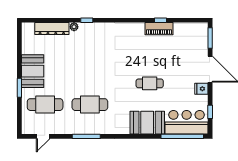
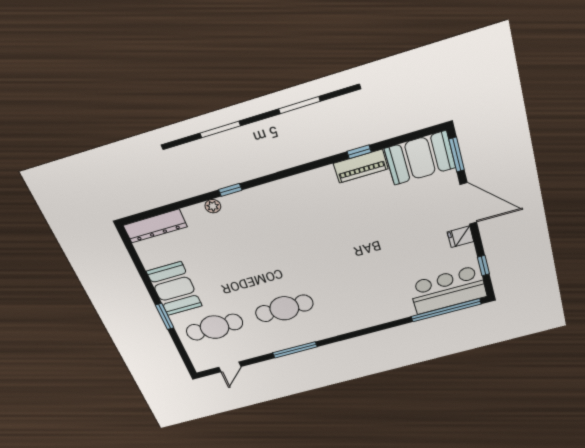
dresser: (52, 29) -> (155, 226), moved
cafe table: (150, 83) -> (371, 253), removed
booth: (147, 123) -> (420, 158), moved

